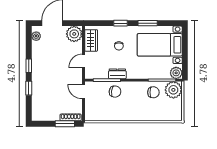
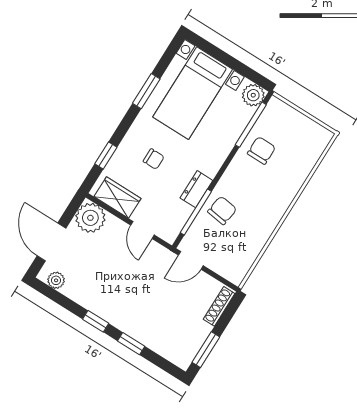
window: (120, 23) -> (106, 156), moved
plant: (173, 90) -> (277, 116), removed
window: (65, 124) -> (206, 350), moved

